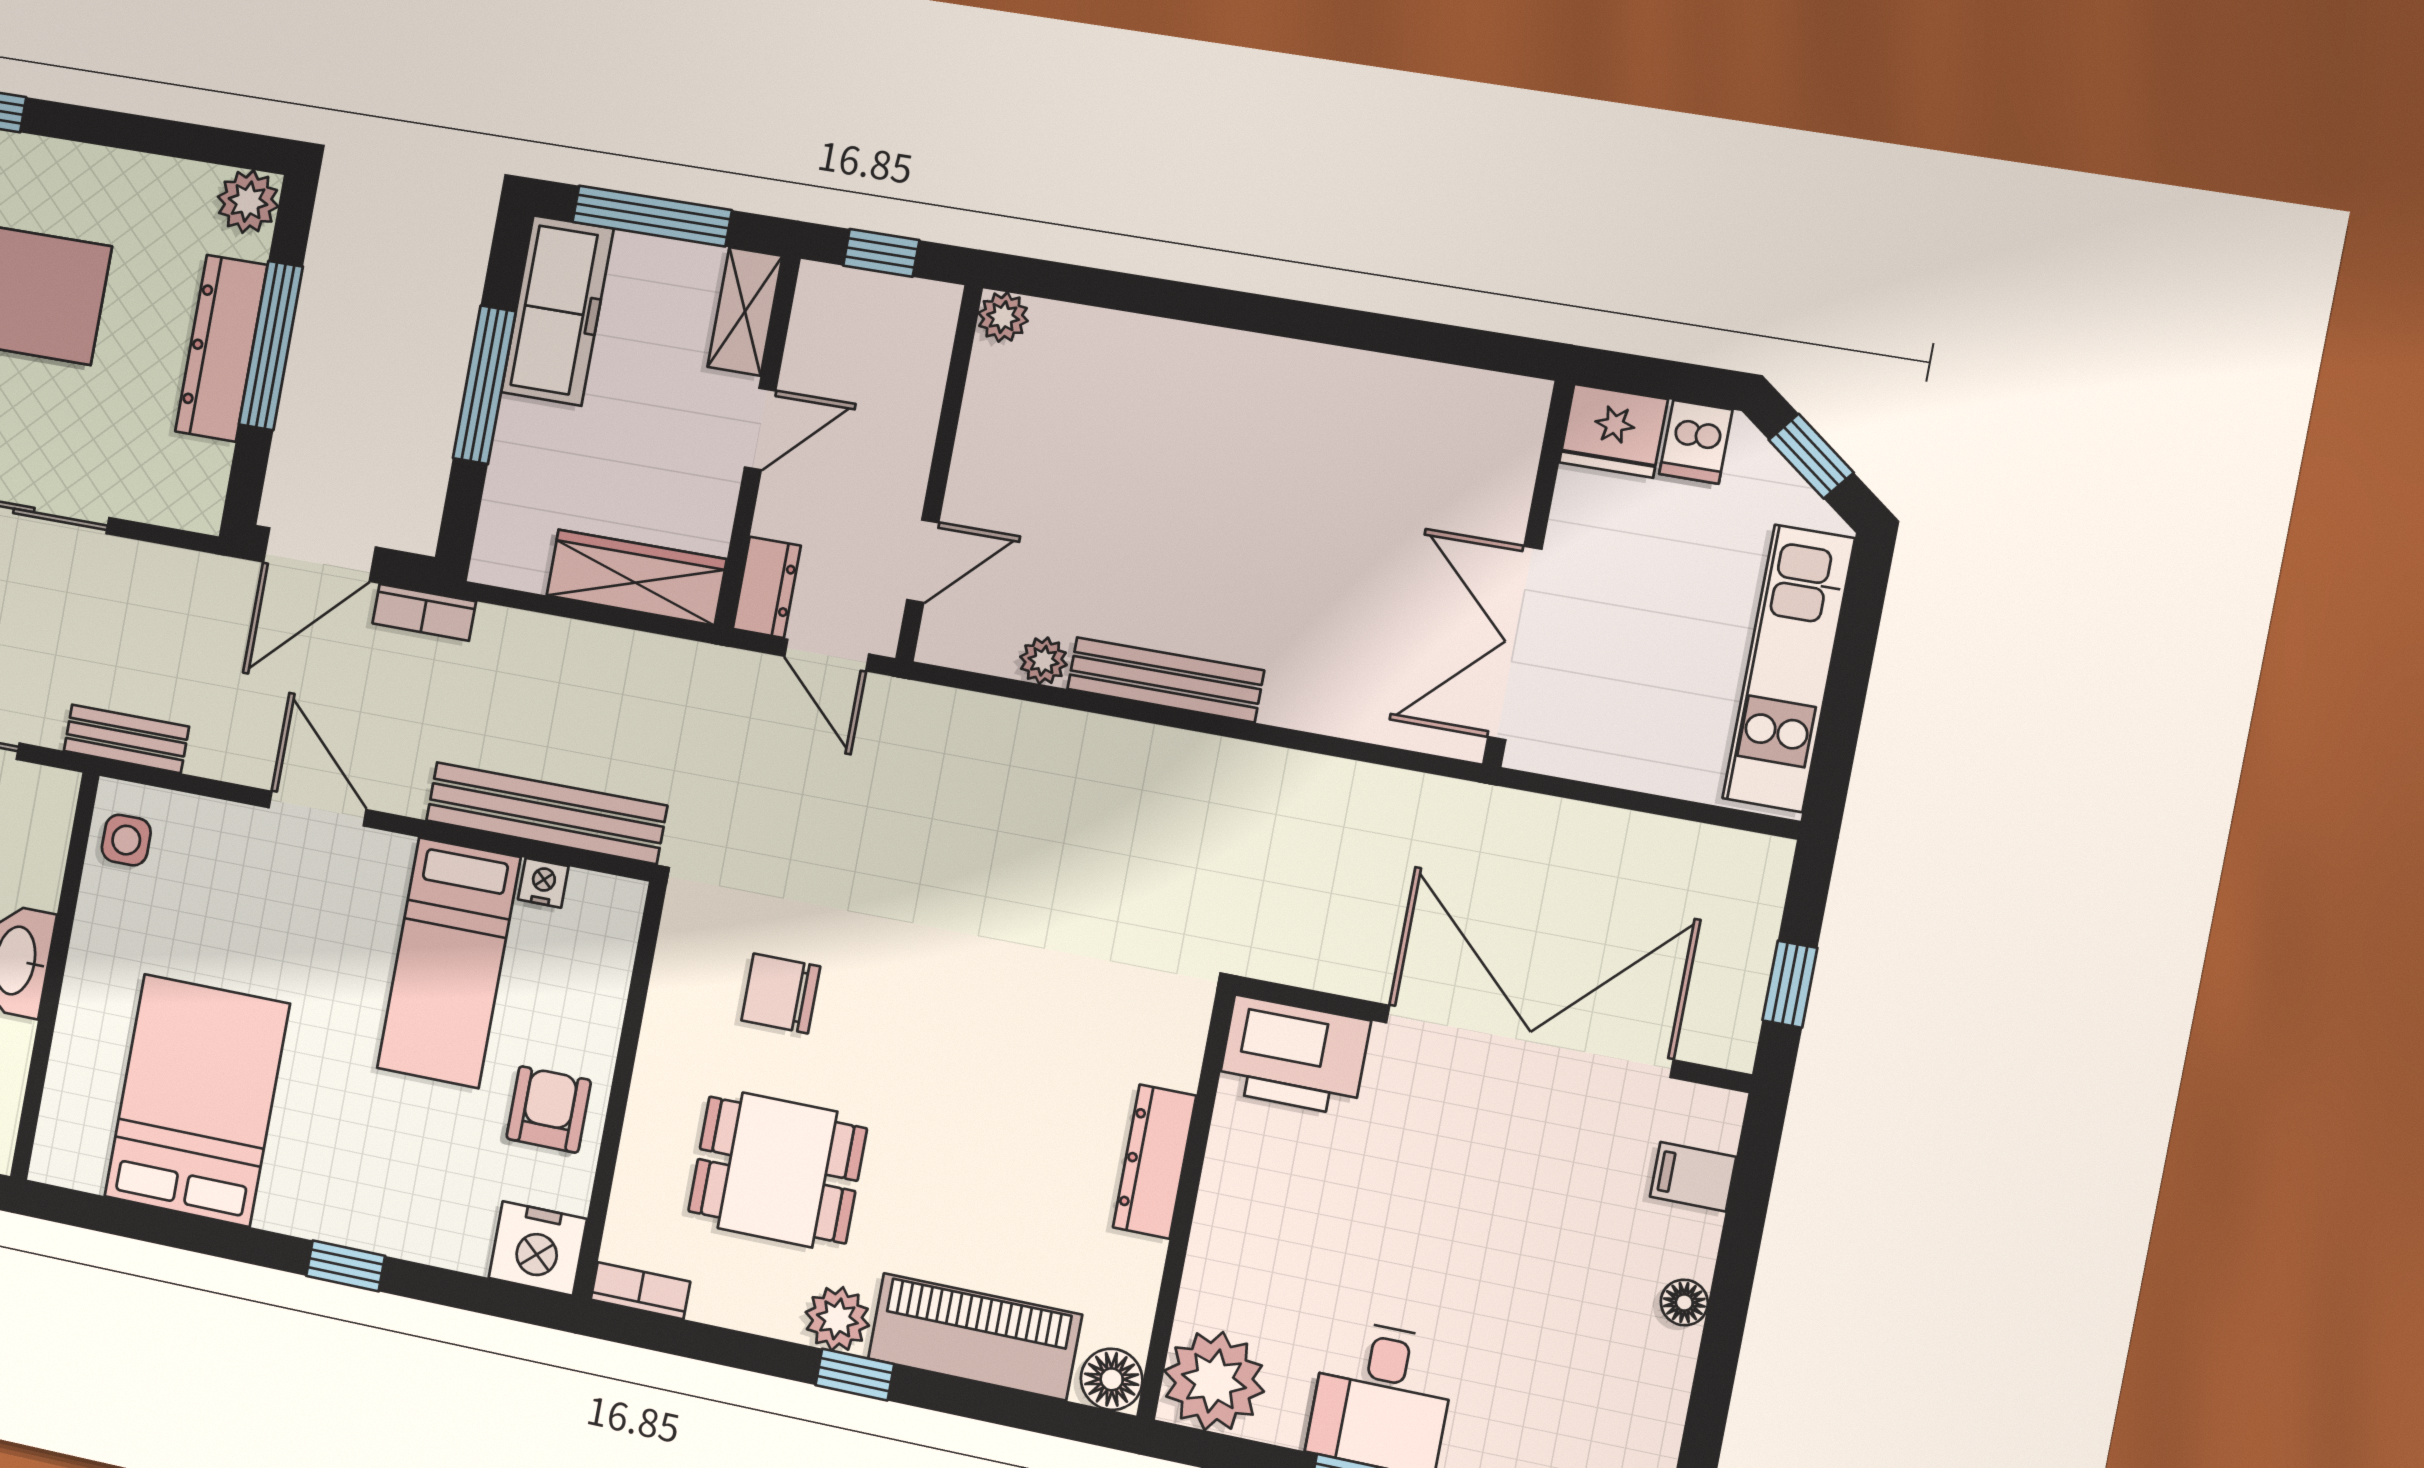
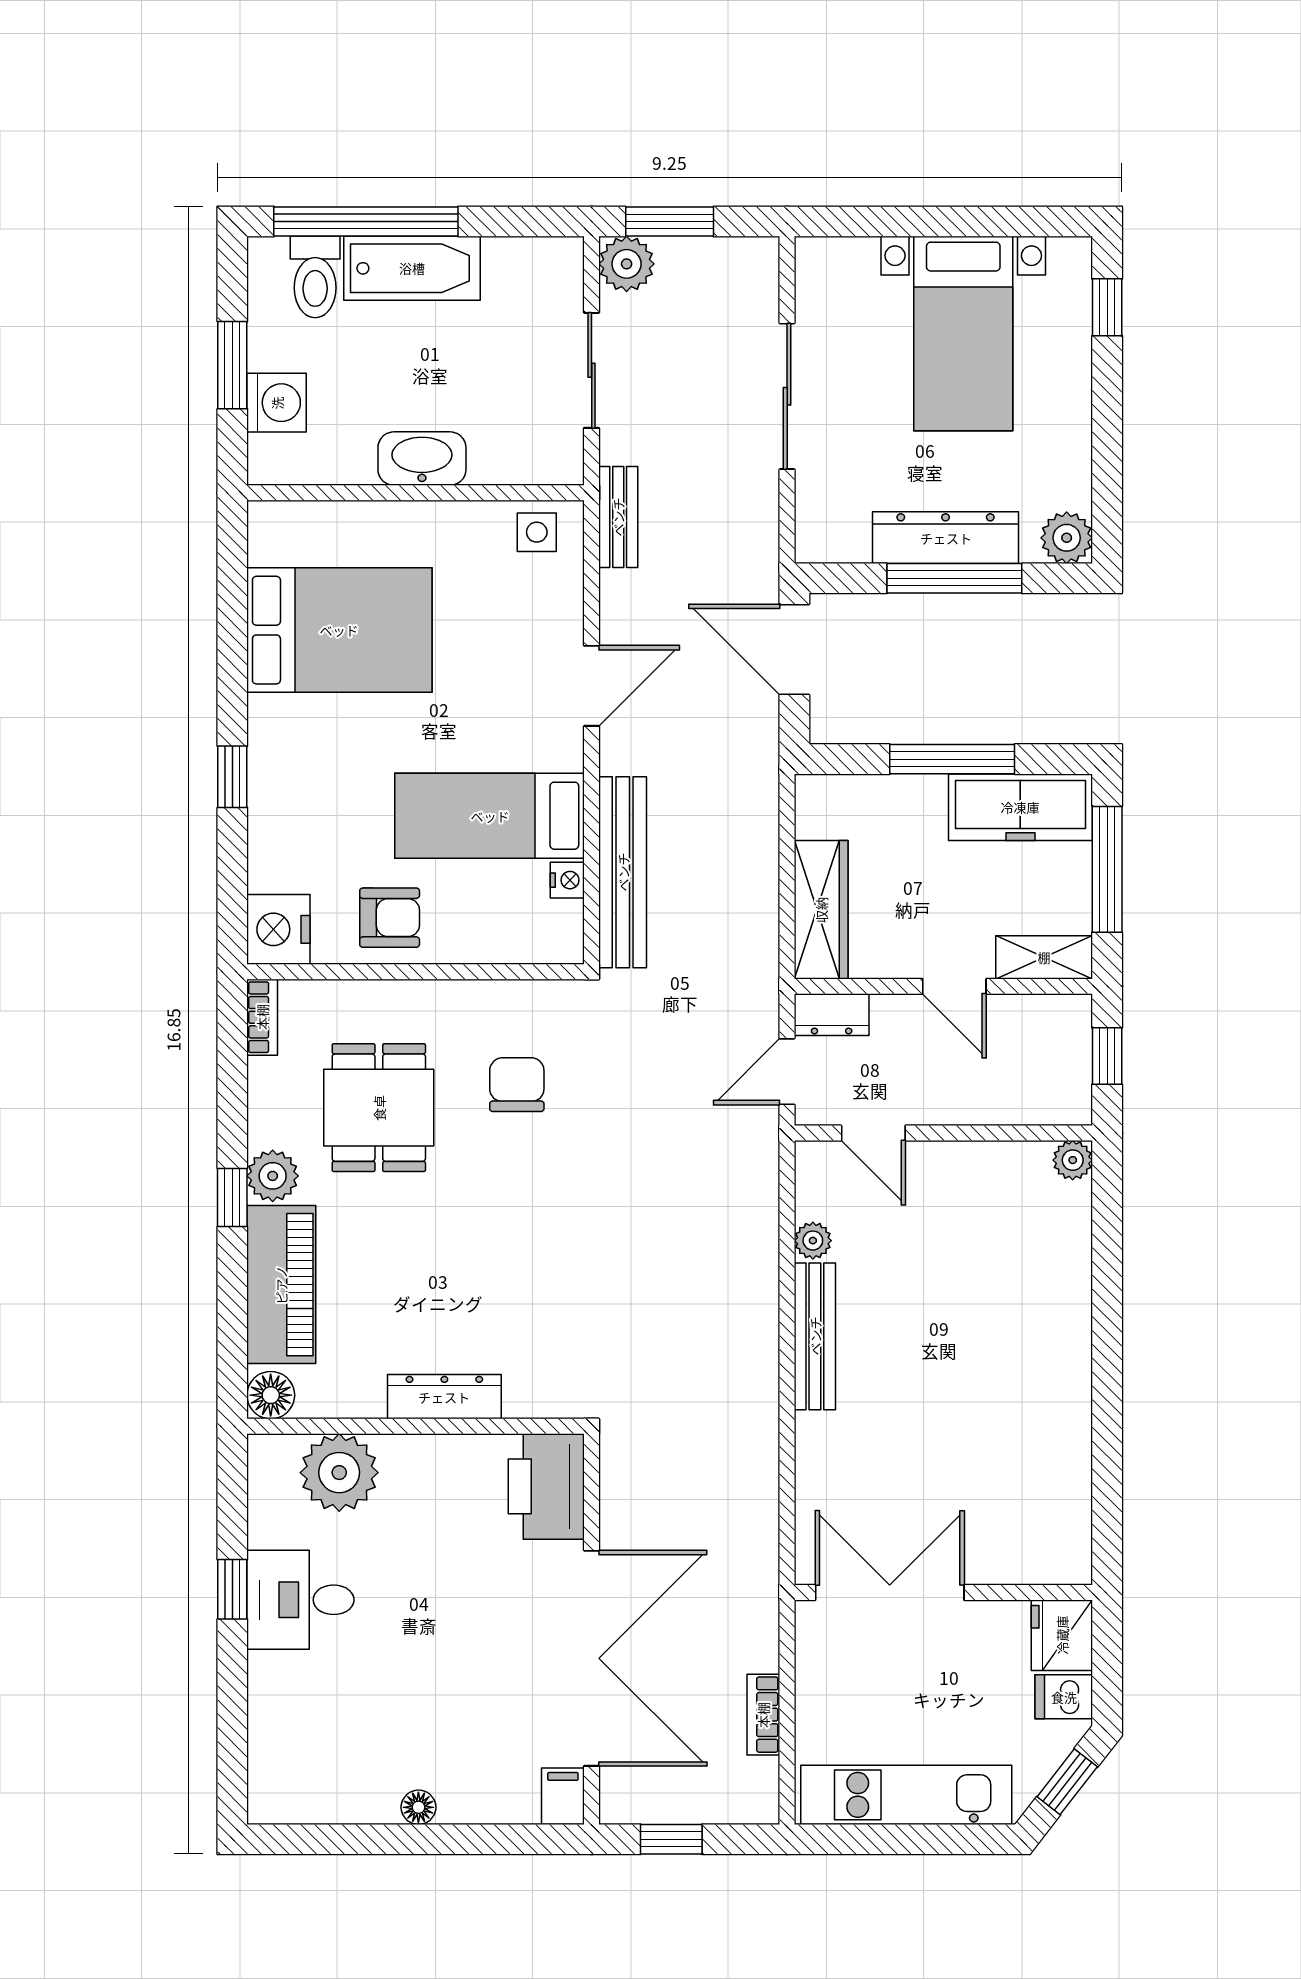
bookcase: (424, 612) -> (763, 1715), moved
filing cabinet: (1693, 1177) -> (563, 1796), moved
plant: (1214, 1381) -> (339, 1473), moved

